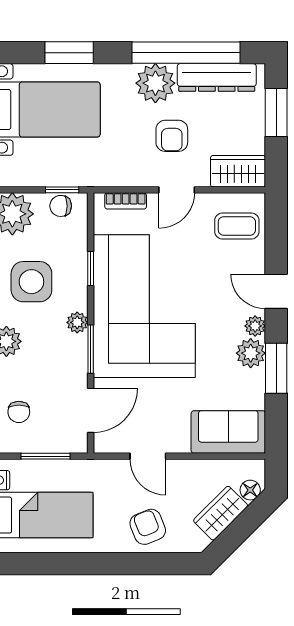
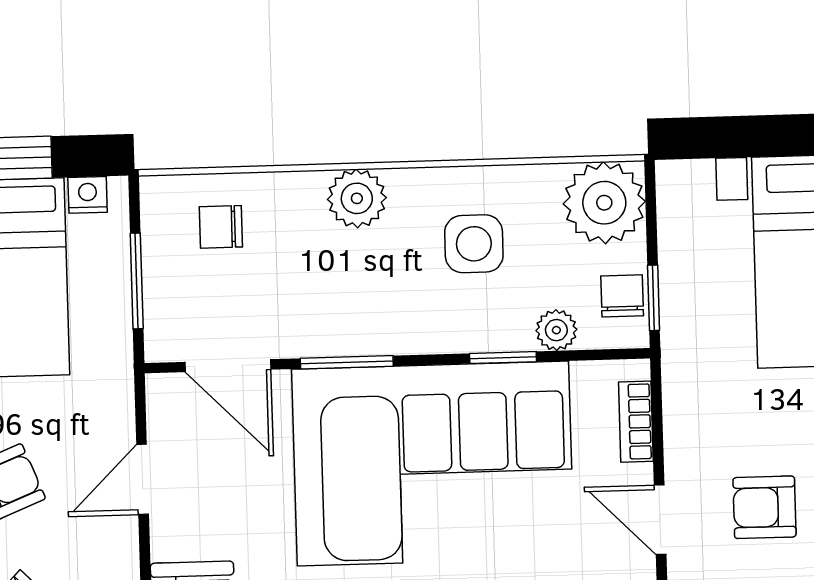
side table: (31, 282) -> (474, 244), width x0.73, depth x0.73
plant: (77, 322) -> (556, 330), moved

